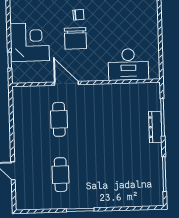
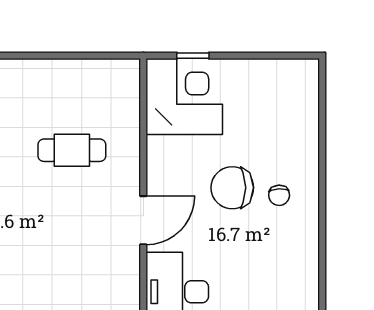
corner desk: (30, 42) -> (184, 97), moved, turned -90
door: (66, 83) -> (143, 220), moved

